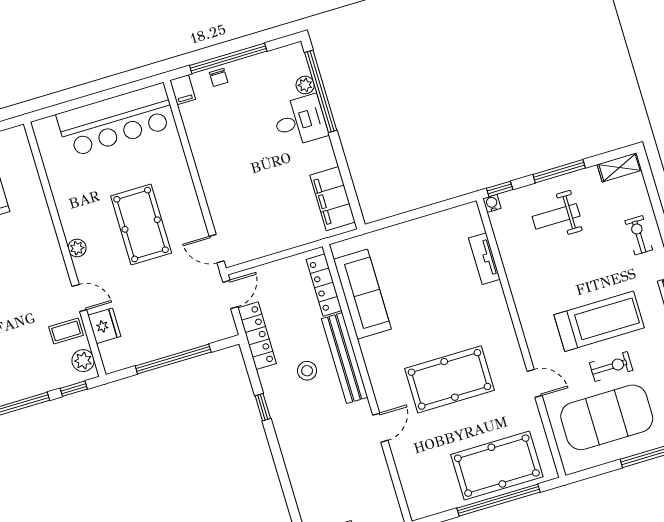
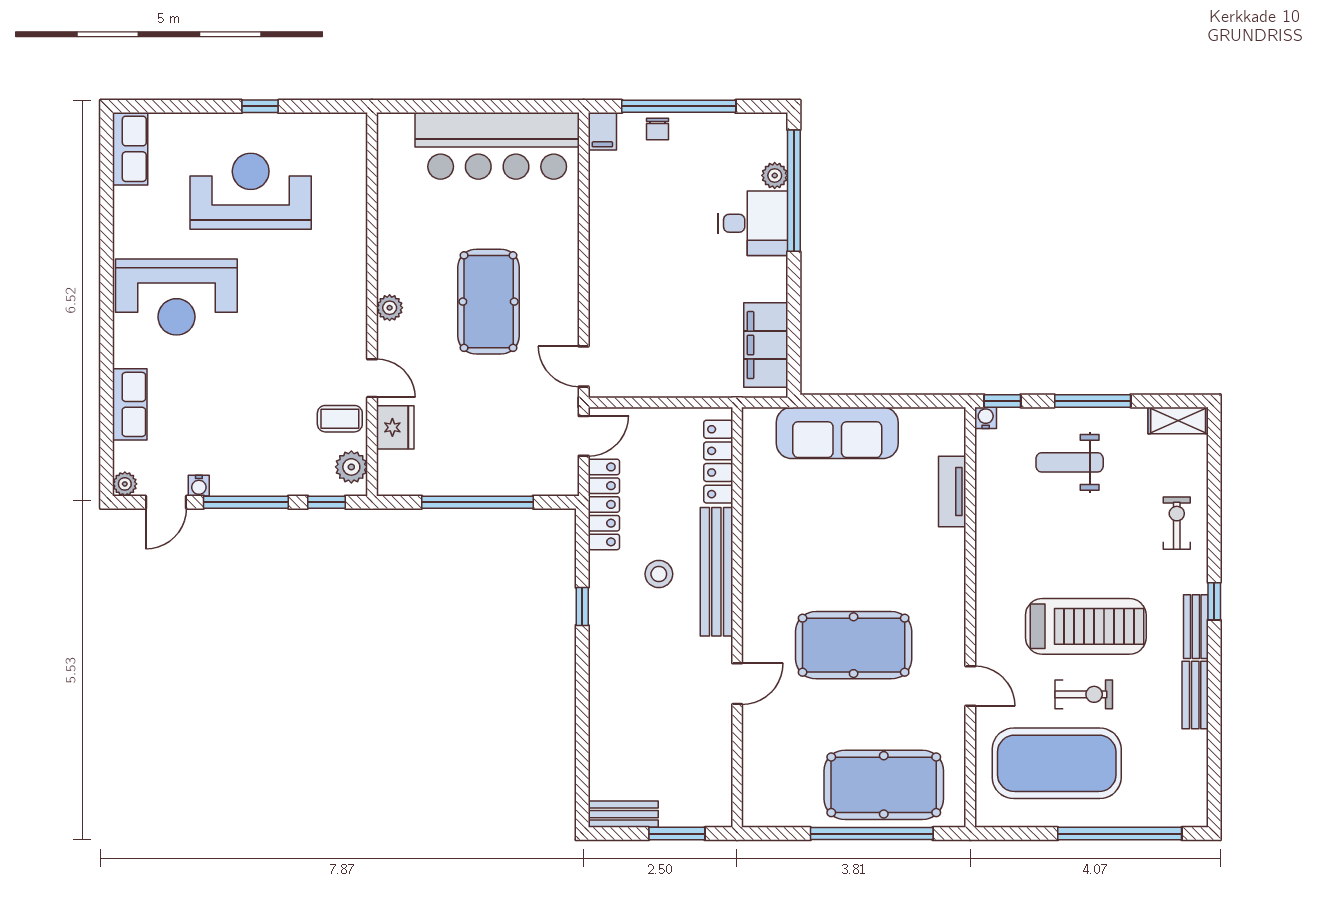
sofa: (362, 294) -> (837, 433), moved, turned 90

